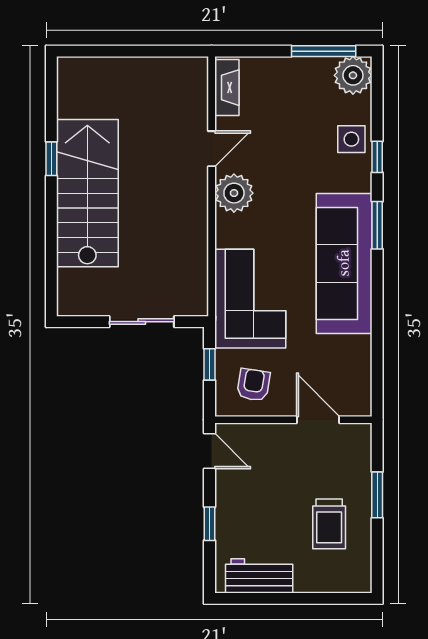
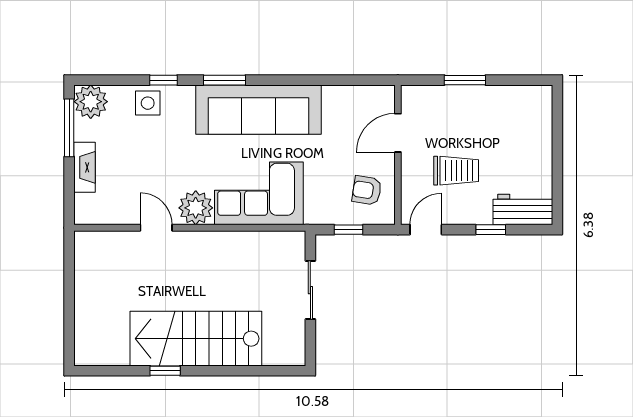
fireplace: (227, 88) -> (85, 167), moved, turned 90
corner sofa: (250, 299) -> (259, 193), moved
trolley: (329, 524) -> (456, 171), moved
workbench: (259, 576) -> (523, 210), moved, turned 90

